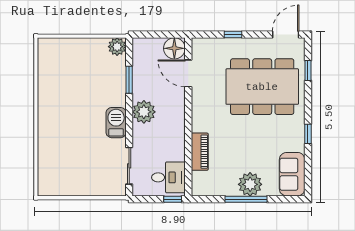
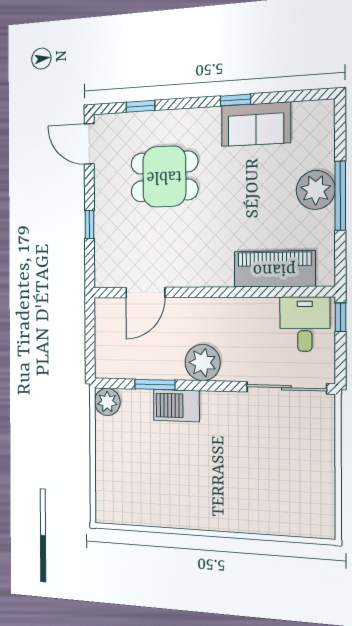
floor lamp: (174, 48) -> (109, 314), removed
dining table: (262, 87) -> (164, 176), width x0.53, depth x0.80
barbecue: (116, 123) -> (176, 406), moved
piano: (200, 152) -> (274, 269), width x1.37, depth x1.33
sliding door: (129, 166) -> (286, 388), width x1.37
sofa: (292, 174) -> (256, 124), moved

